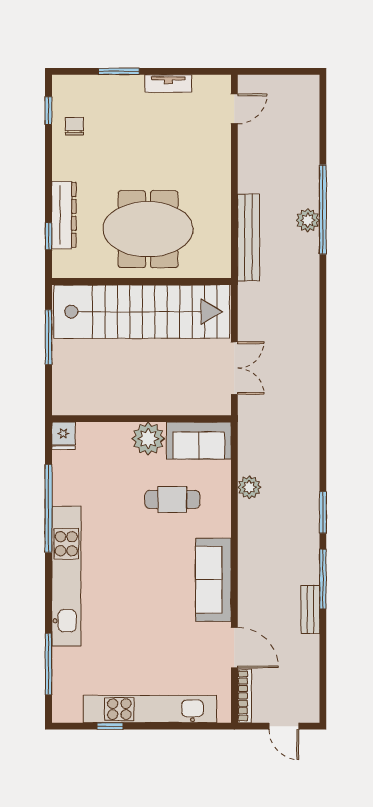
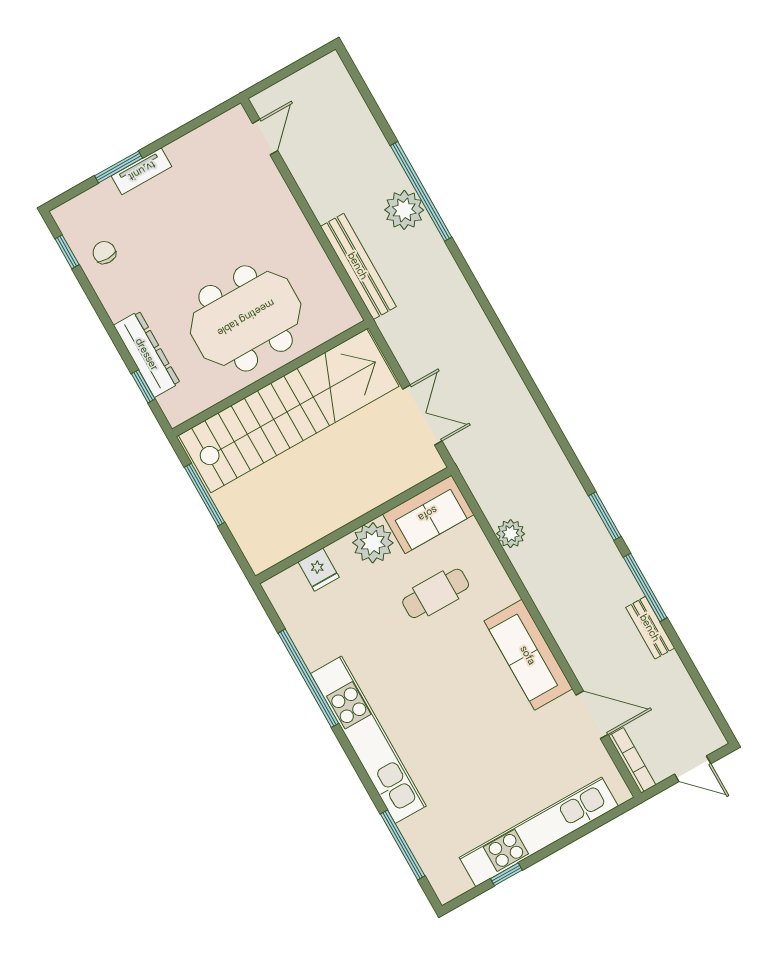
tv unit: (168, 84) -> (142, 171), moved
plant: (308, 220) -> (404, 210), width x1.36, depth x1.36
fridge: (63, 436) -> (319, 570), moved

